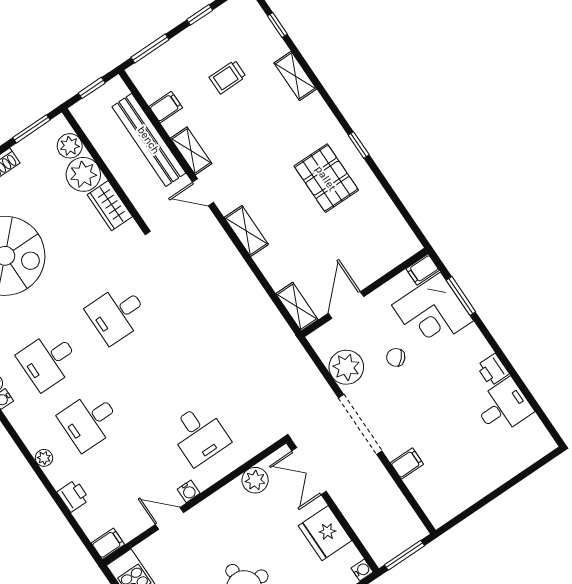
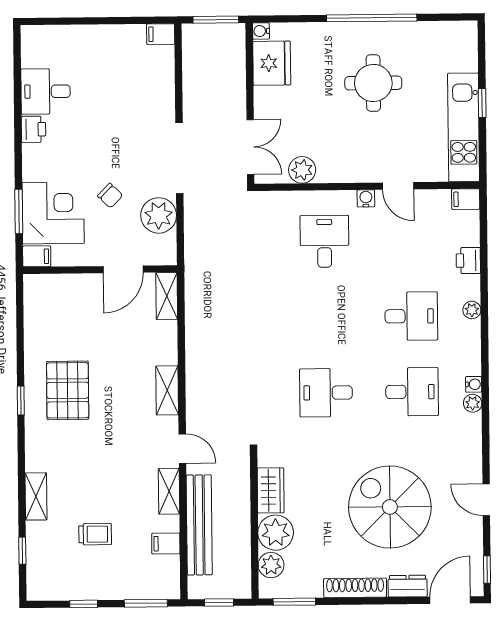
desk: (117, 314) -> (326, 393), turned 180
filing cabinet: (407, 464) -> (161, 34), moved
fridge: (325, 533) -> (272, 63), moved

